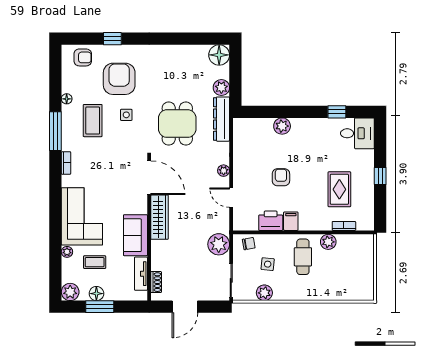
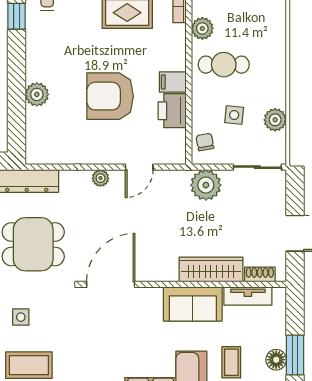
armchair: (281, 177) -> (110, 96), width x1.88, depth x1.88
wardrobe: (160, 217) -> (211, 270), moved

